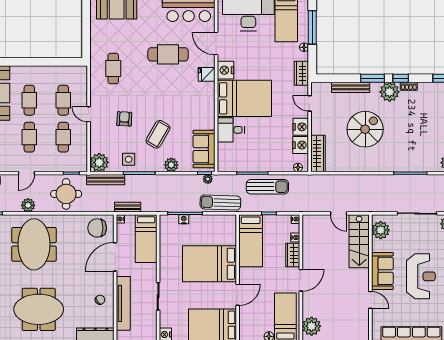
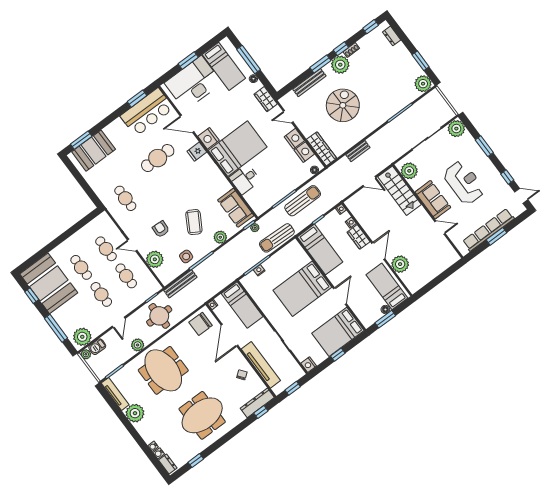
plant: (99, 162) -> (155, 259), moved
bench: (128, 207) -> (358, 151), moved
plant: (312, 326) -> (400, 264), moved

